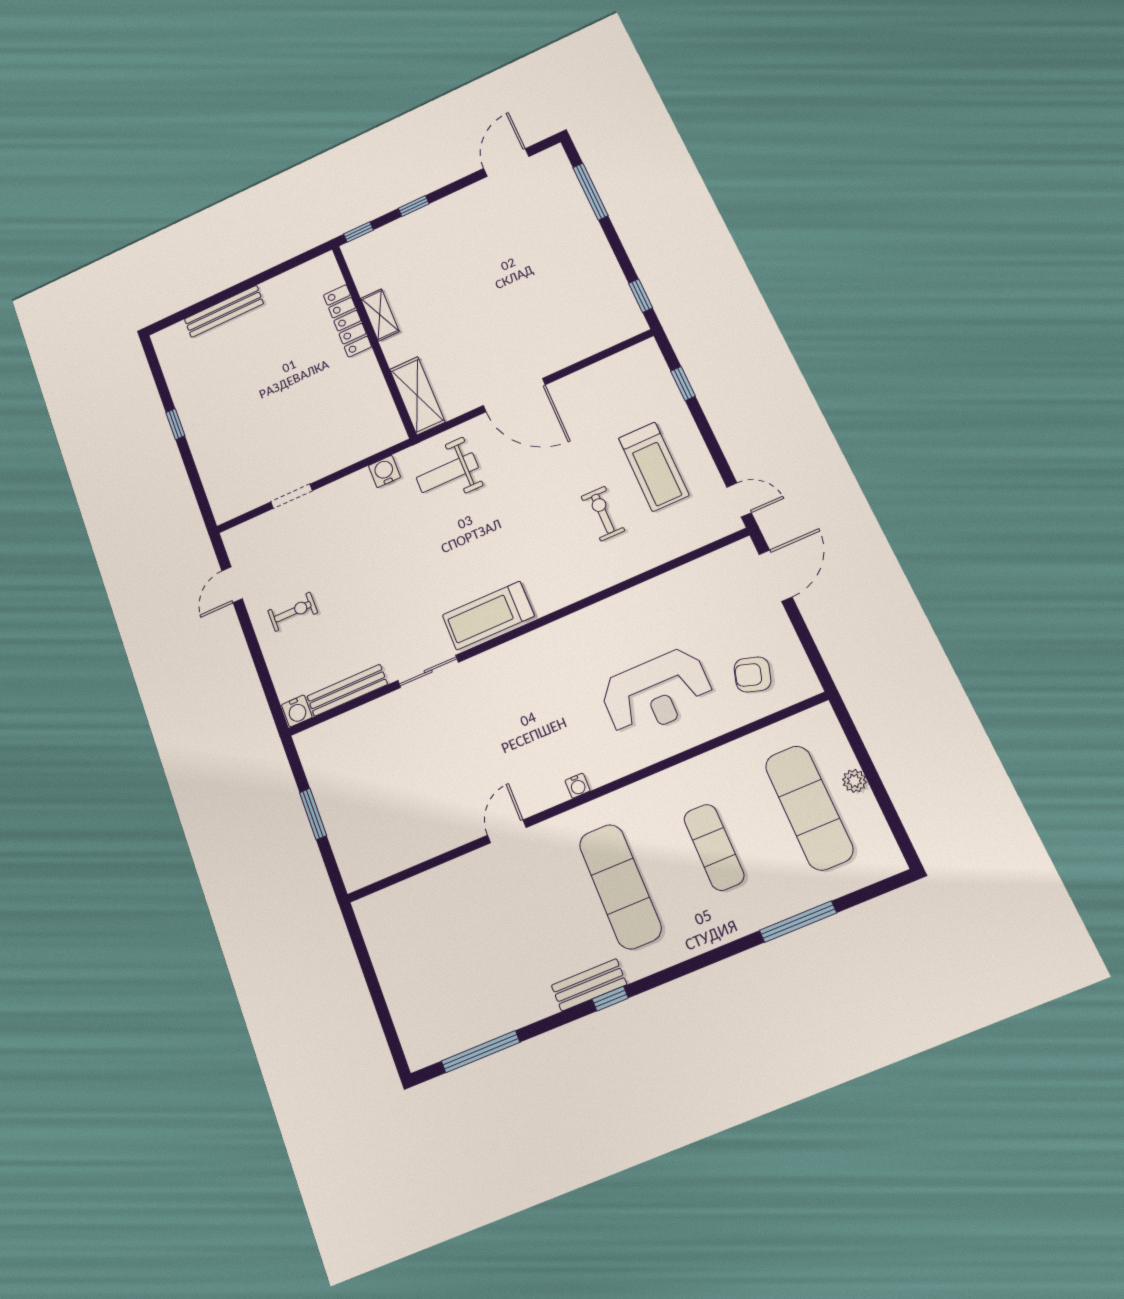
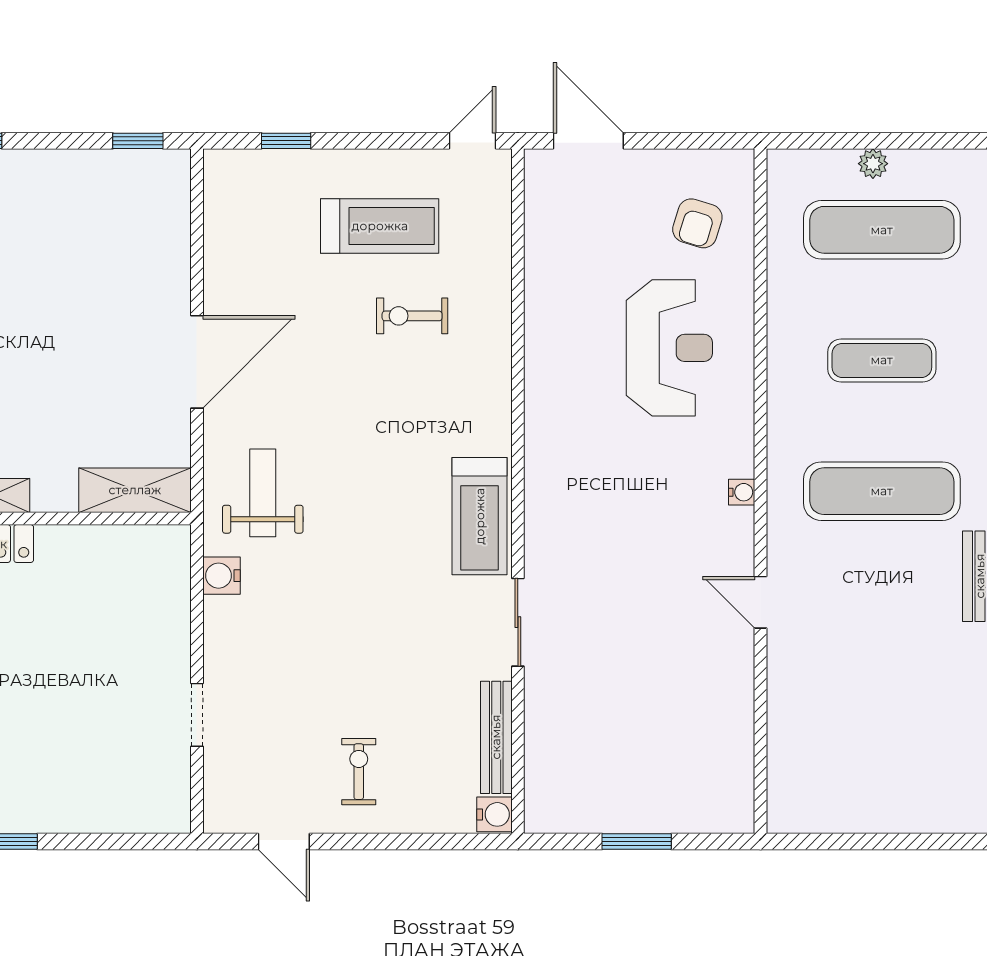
weight bench: (447, 473) -> (263, 493), turned 180

